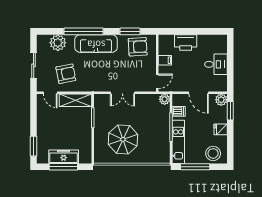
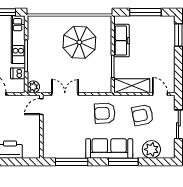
window: (83, 31) -> (123, 162), width x0.68
window: (130, 31) -> (72, 162), width x1.44
armchair: (138, 47) -> (105, 113), moved
filing cabinet: (165, 60) -> (33, 130), removed
double door: (122, 93) -> (65, 94), moved
freezer: (64, 157) -> (122, 41), moved, turned -90

